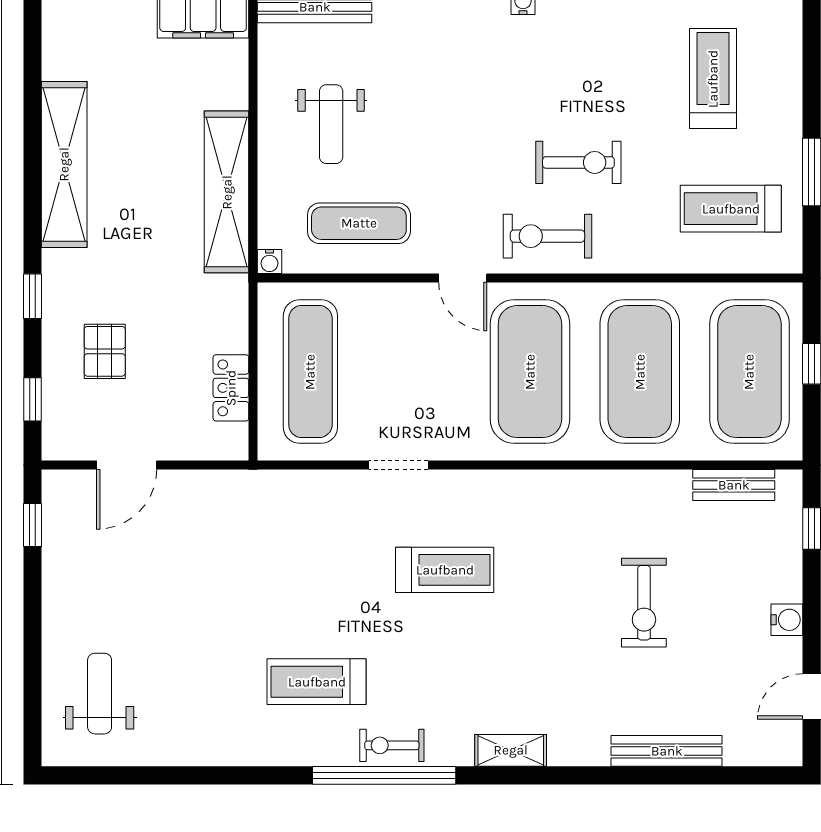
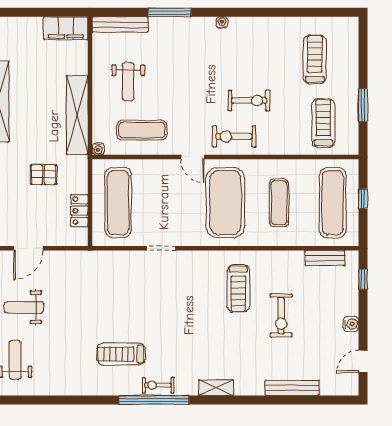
treadmill: (731, 209) -> (323, 123), turned 90
pallet: (105, 351) -> (44, 175), moved, turned 90
exercise mat: (640, 372) -> (279, 203), width x0.50, depth x0.69
exercise mat: (749, 372) -> (333, 203), width x0.68
treadmill: (445, 570) -> (238, 288), moved, turned 90
weight bench: (118, 586) -> (24, 307), added

